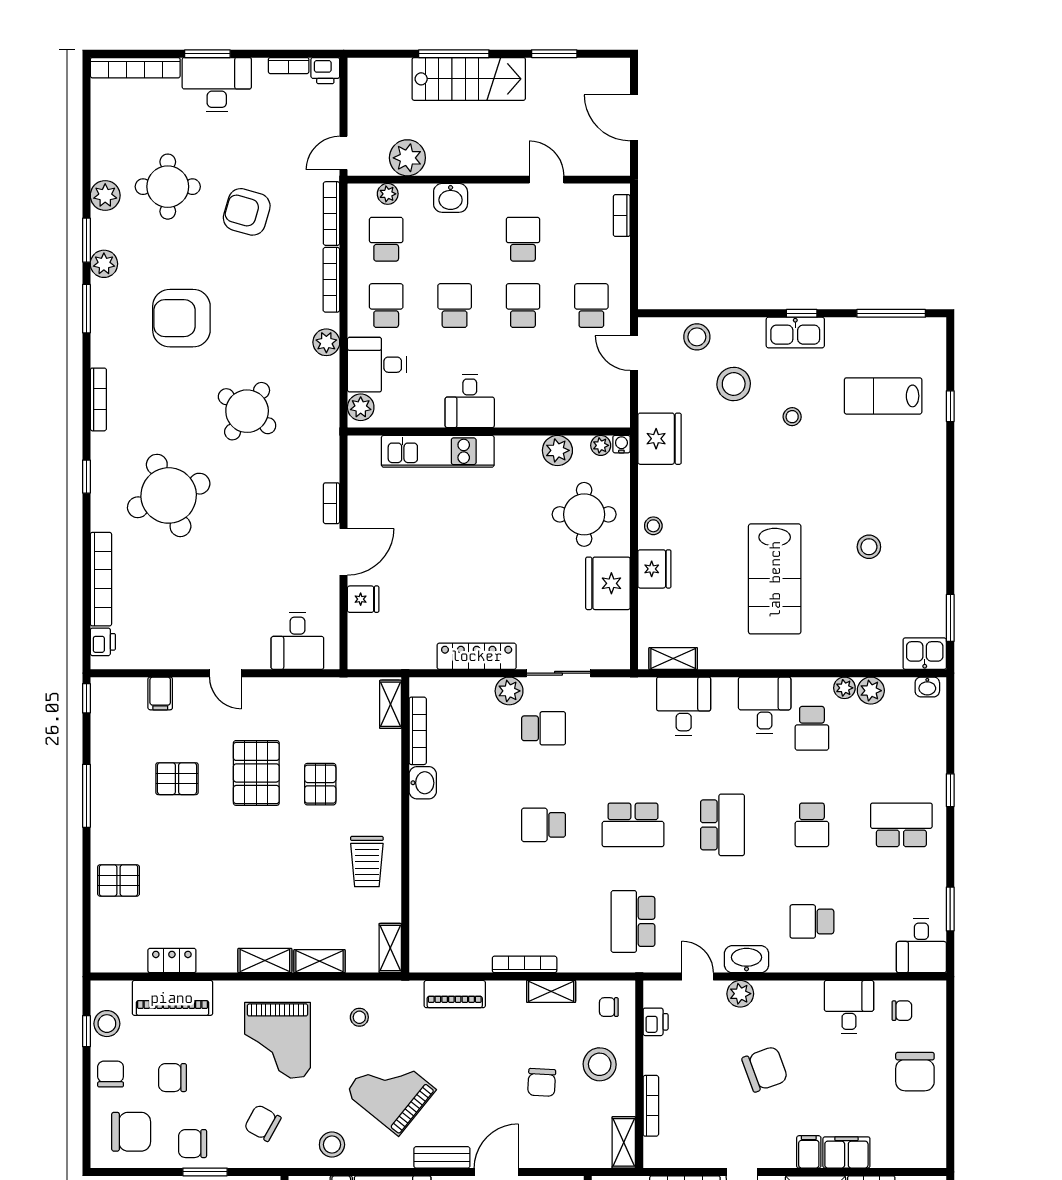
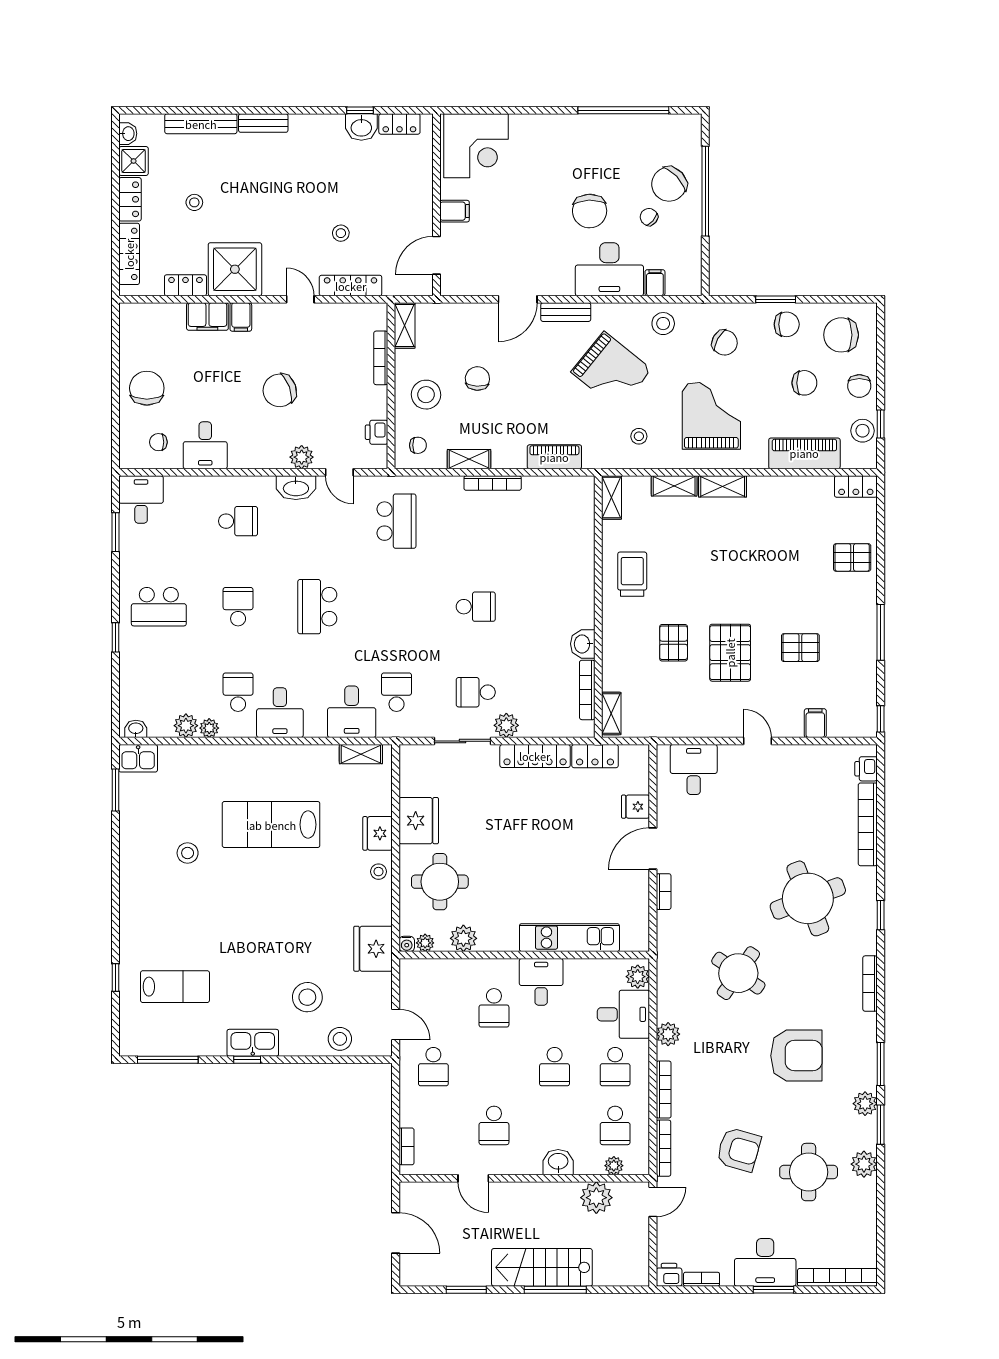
school desk: (523, 306) -> (494, 1008), moved
stool: (792, 417) -> (256, 968), removed
lab bench: (775, 579) -> (271, 825), turned -90
locker: (409, 656) -> (595, 756), added
school desk: (633, 825) -> (397, 692), moved, width x0.54
locker: (172, 961) -> (856, 487), moved

